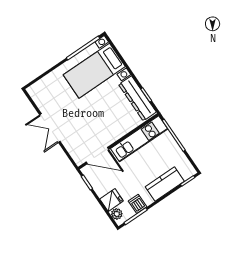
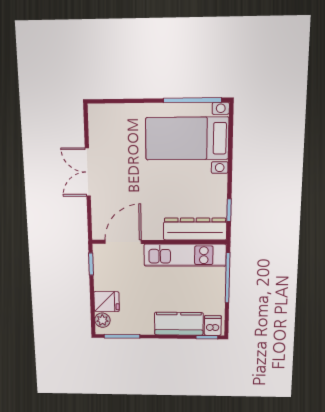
dresser: (137, 98) -> (195, 229), moved, turned 90
door: (97, 156) -> (123, 242), swing flipped
dishwasher: (138, 204) -> (213, 325), moved

